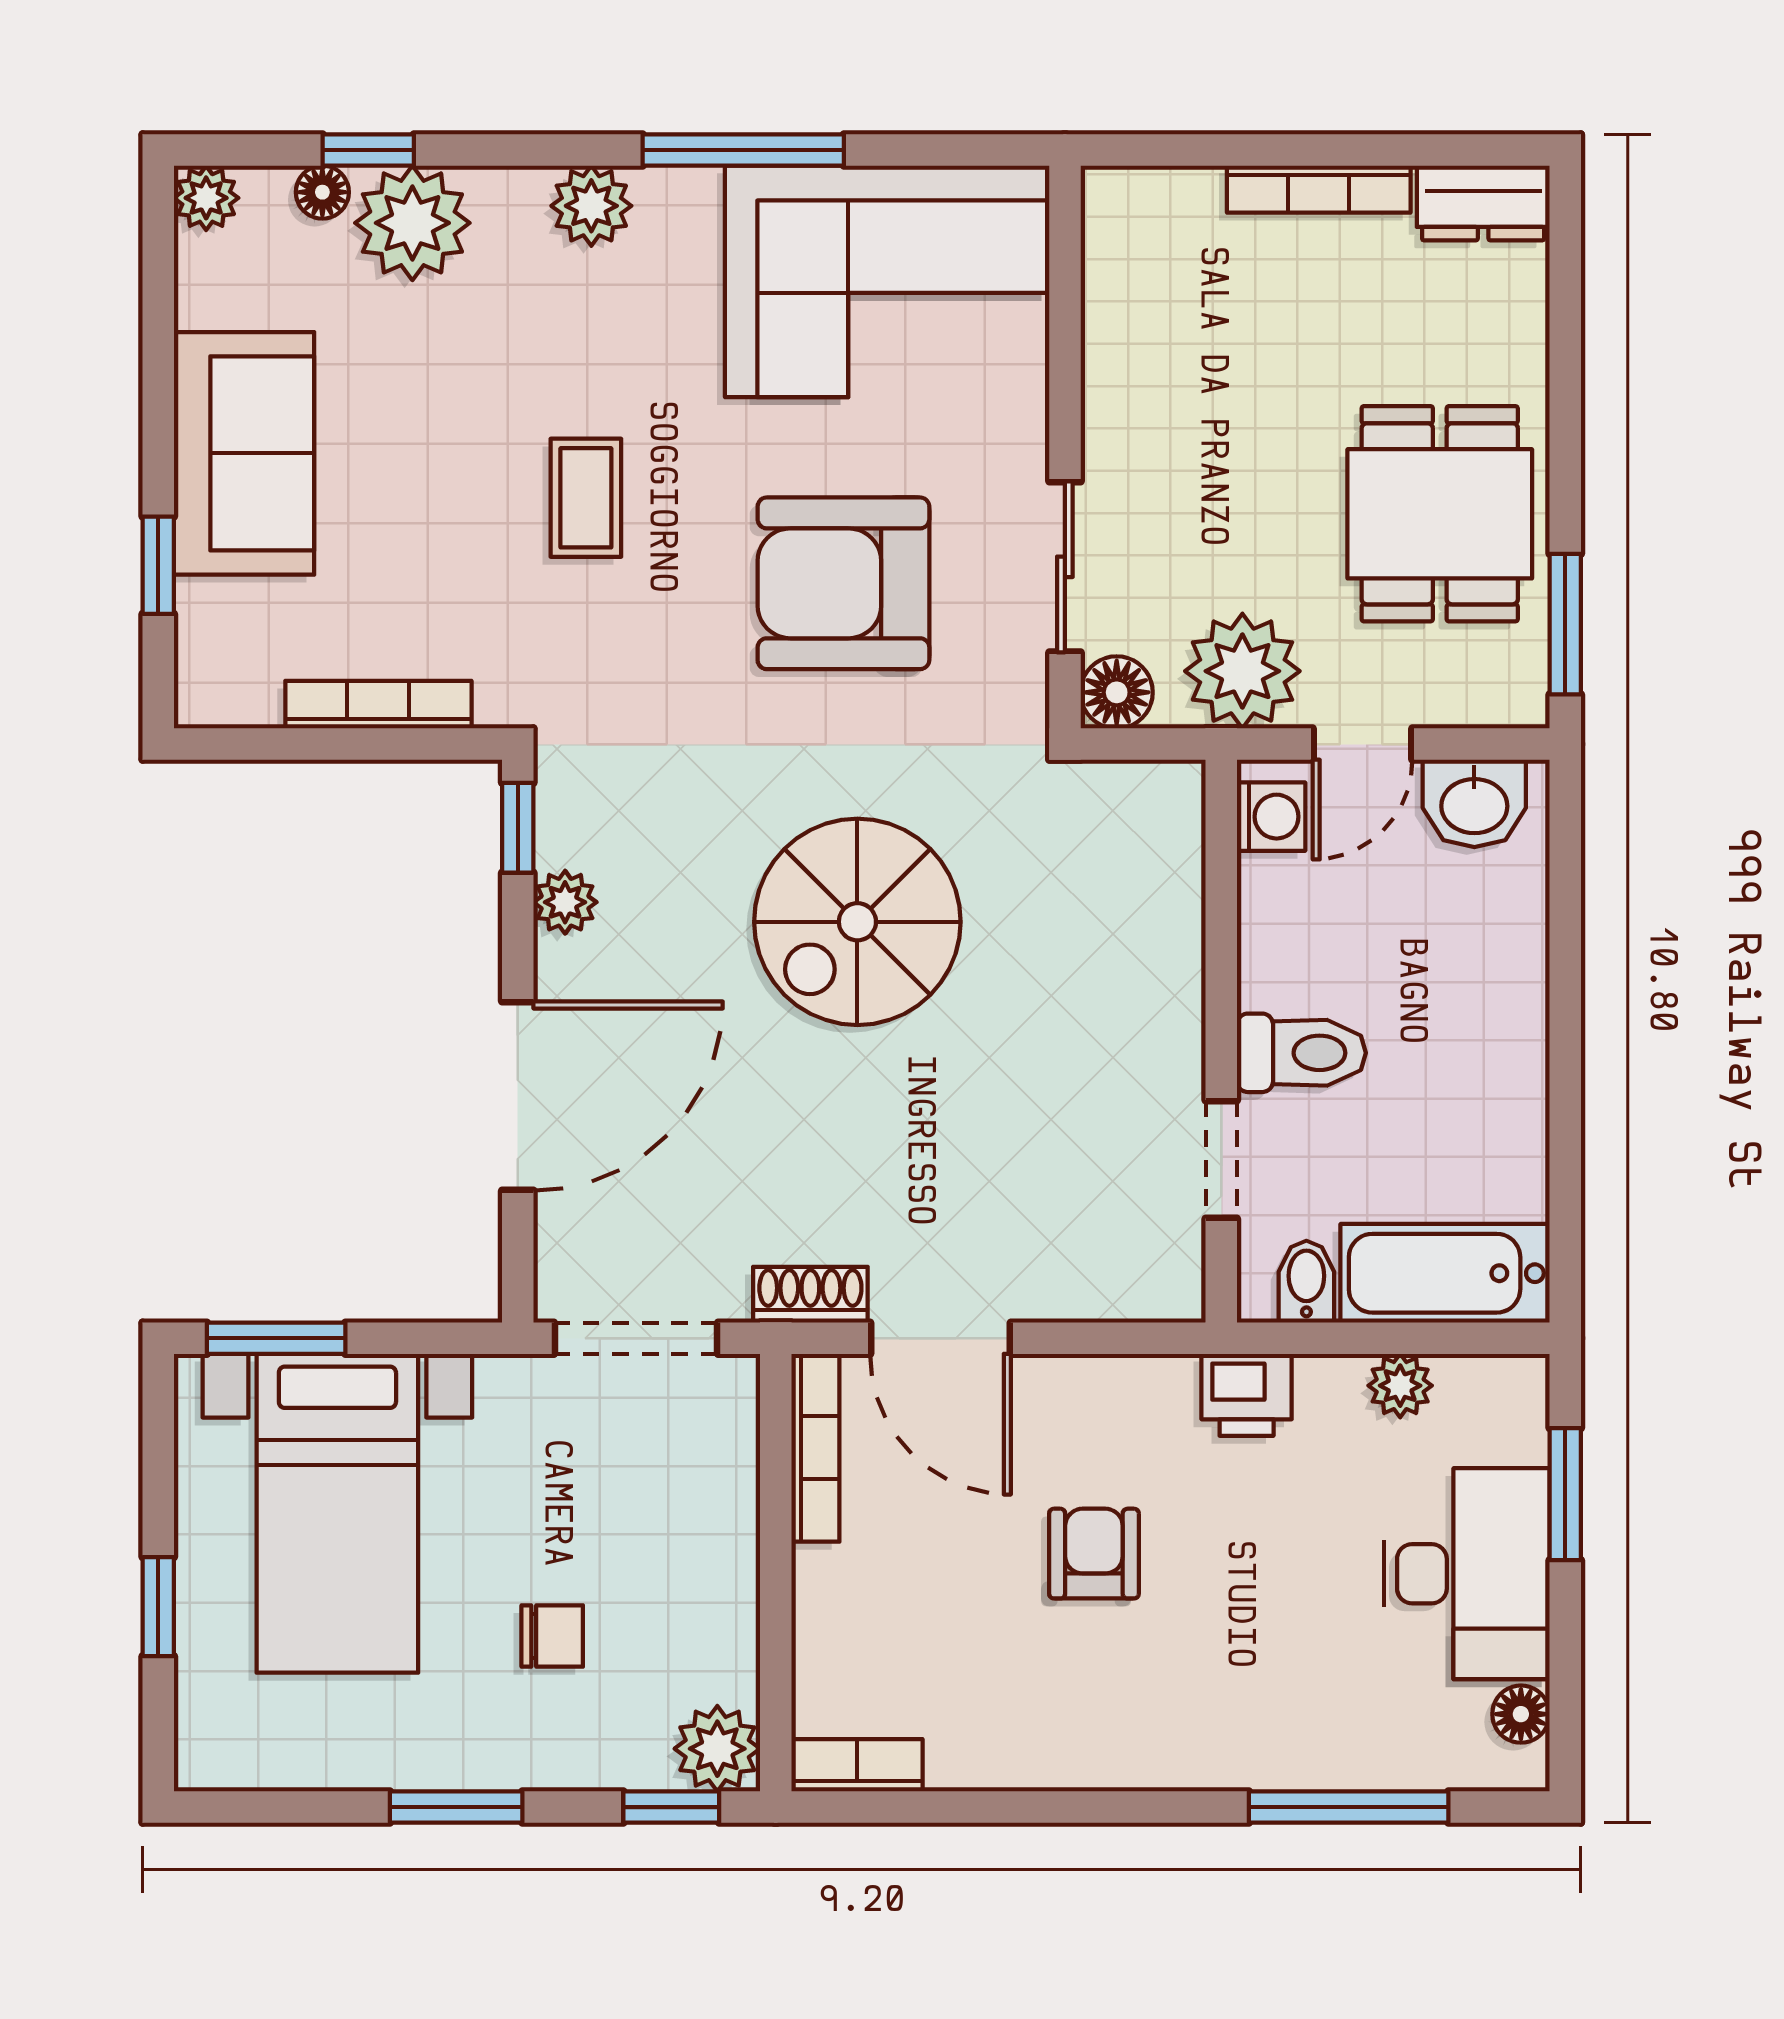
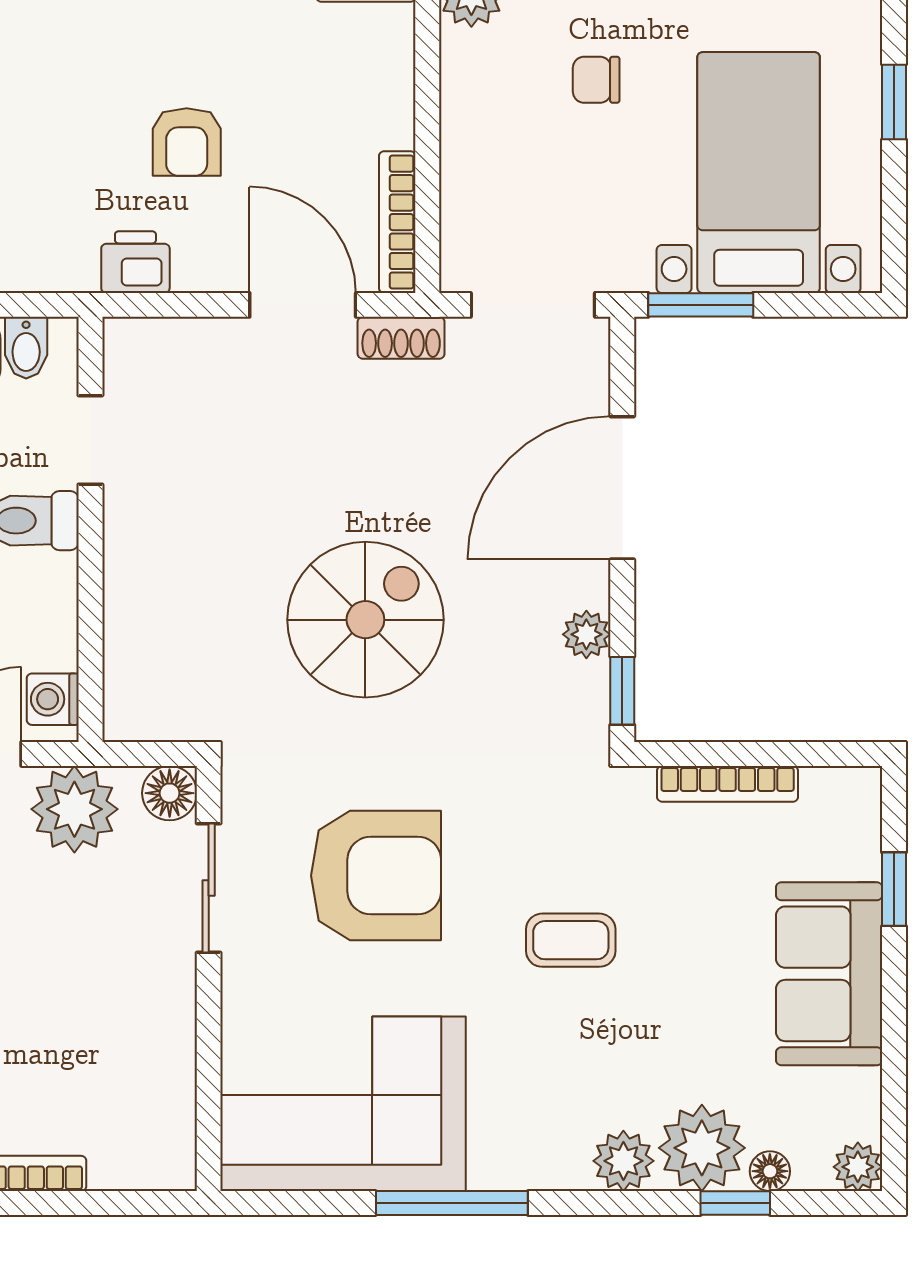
plant: (591, 206) -> (623, 1161), moved
coffee table: (586, 498) -> (571, 940), turned 90
window: (276, 1338) -> (701, 305), moved
printer: (1247, 1395) -> (135, 262), moved

